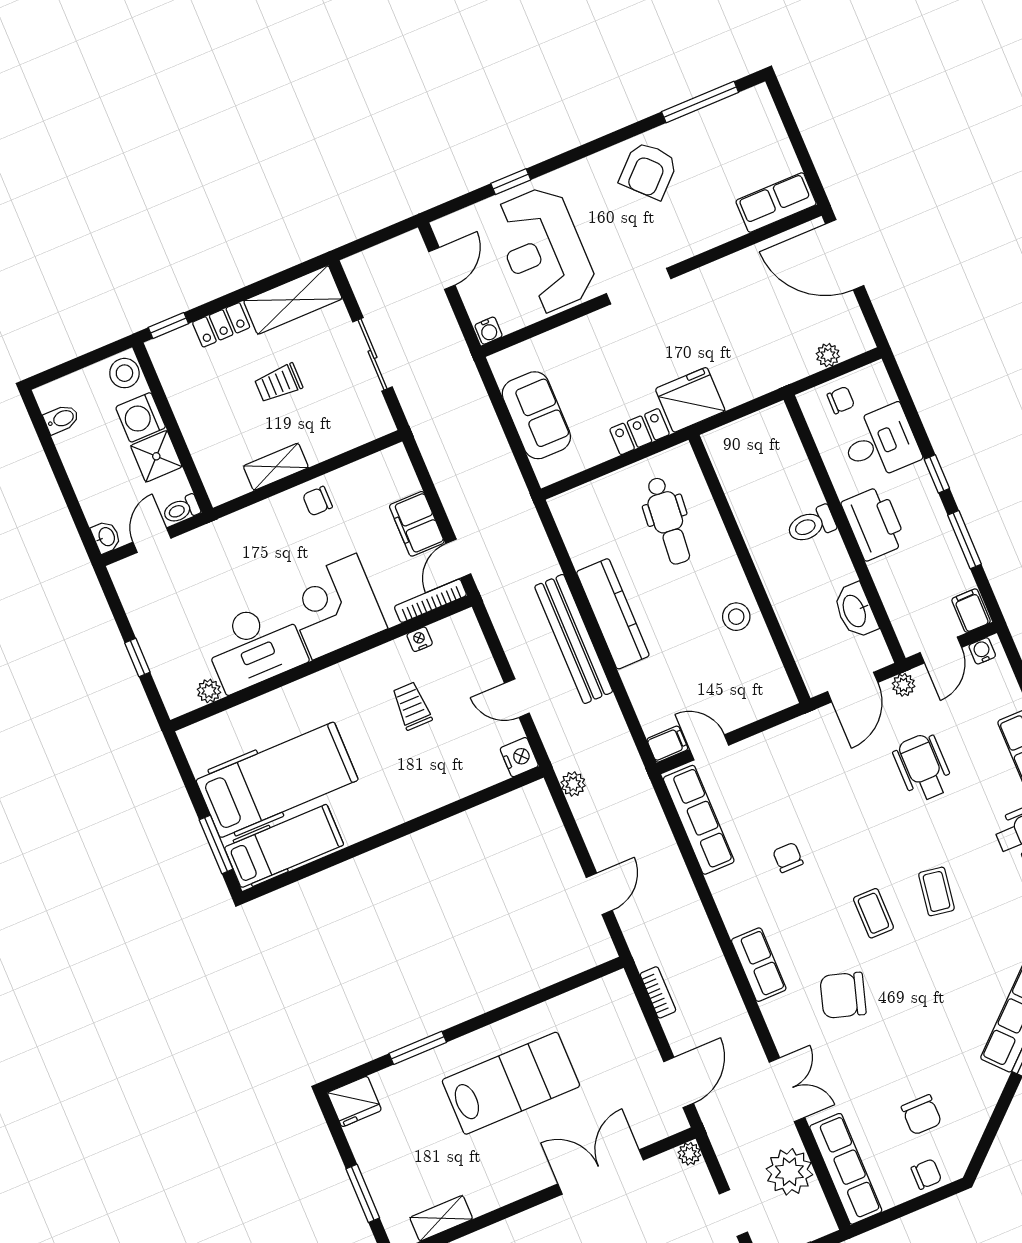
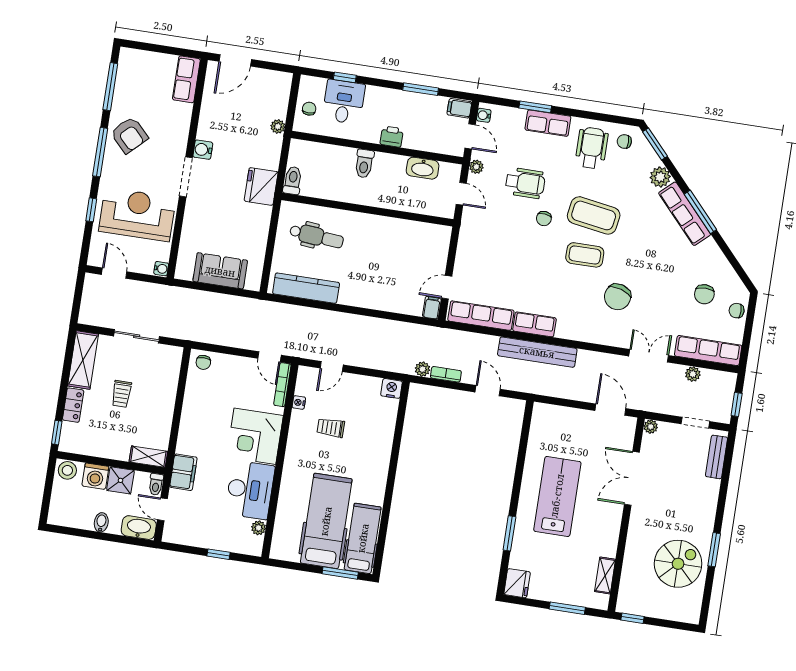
window: (600, 144) -> (100, 152), added
reception desk: (544, 250) -> (137, 214), turned 180
door: (845, 255) -> (235, 60), width x0.73
water cooler: (691, 286) -> (203, 150), added
plant: (828, 355) -> (278, 127), moved
bidet: (61, 419) -> (101, 522), moved
locker: (640, 432) -> (261, 223), removed
toilet: (726, 439) -> (293, 180), added
shelving: (276, 467) -> (148, 457), moved, turned 90
window: (937, 474) -> (345, 77), moved
chair: (317, 501) -> (203, 362), moved
printer: (874, 523) -> (392, 137), width x0.53, depth x0.68
filing cabinet: (417, 524) -> (183, 472), moved, turned -90
washbasin: (106, 537) -> (139, 528), width x1.91, depth x1.45
kitchen counter: (613, 614) -> (306, 288), moved
stool: (736, 617) -> (388, 232), removed
bench: (574, 639) -> (537, 352), moved
door: (853, 687) -> (461, 194), width x0.73
door: (517, 698) -> (332, 366), moved
wheelchair: (923, 767) -> (525, 183), turned 180
chair: (788, 857) -> (544, 219), moved, turned -84
coffee table: (936, 891) -> (594, 215), width x1.86, depth x1.72
coffee table: (873, 913) -> (585, 255), width x1.36, depth x1.30
row of seats: (759, 965) -> (534, 324), moved
bookcase: (658, 992) -> (446, 374), moved
chair: (921, 1115) -> (704, 294), turned 90
plant: (789, 1172) -> (693, 374), width x0.53, depth x0.53
chair: (926, 1174) -> (737, 311), turned -90

